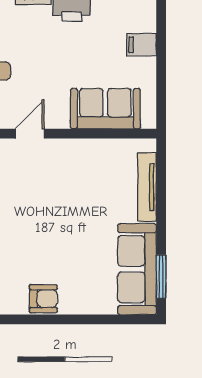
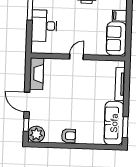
sofa: (105, 109) -> (116, 39), moved, turned -90
door: (30, 134) -> (76, 57), moved

